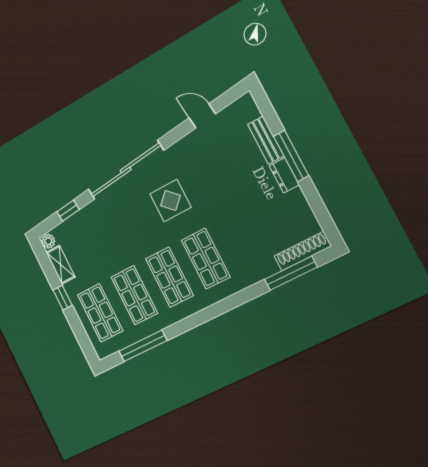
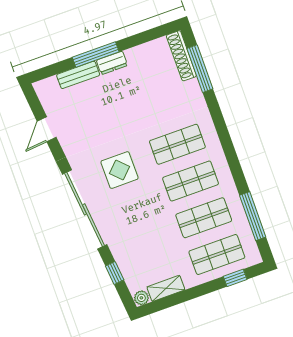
window: (63, 298) -> (235, 278), moved

